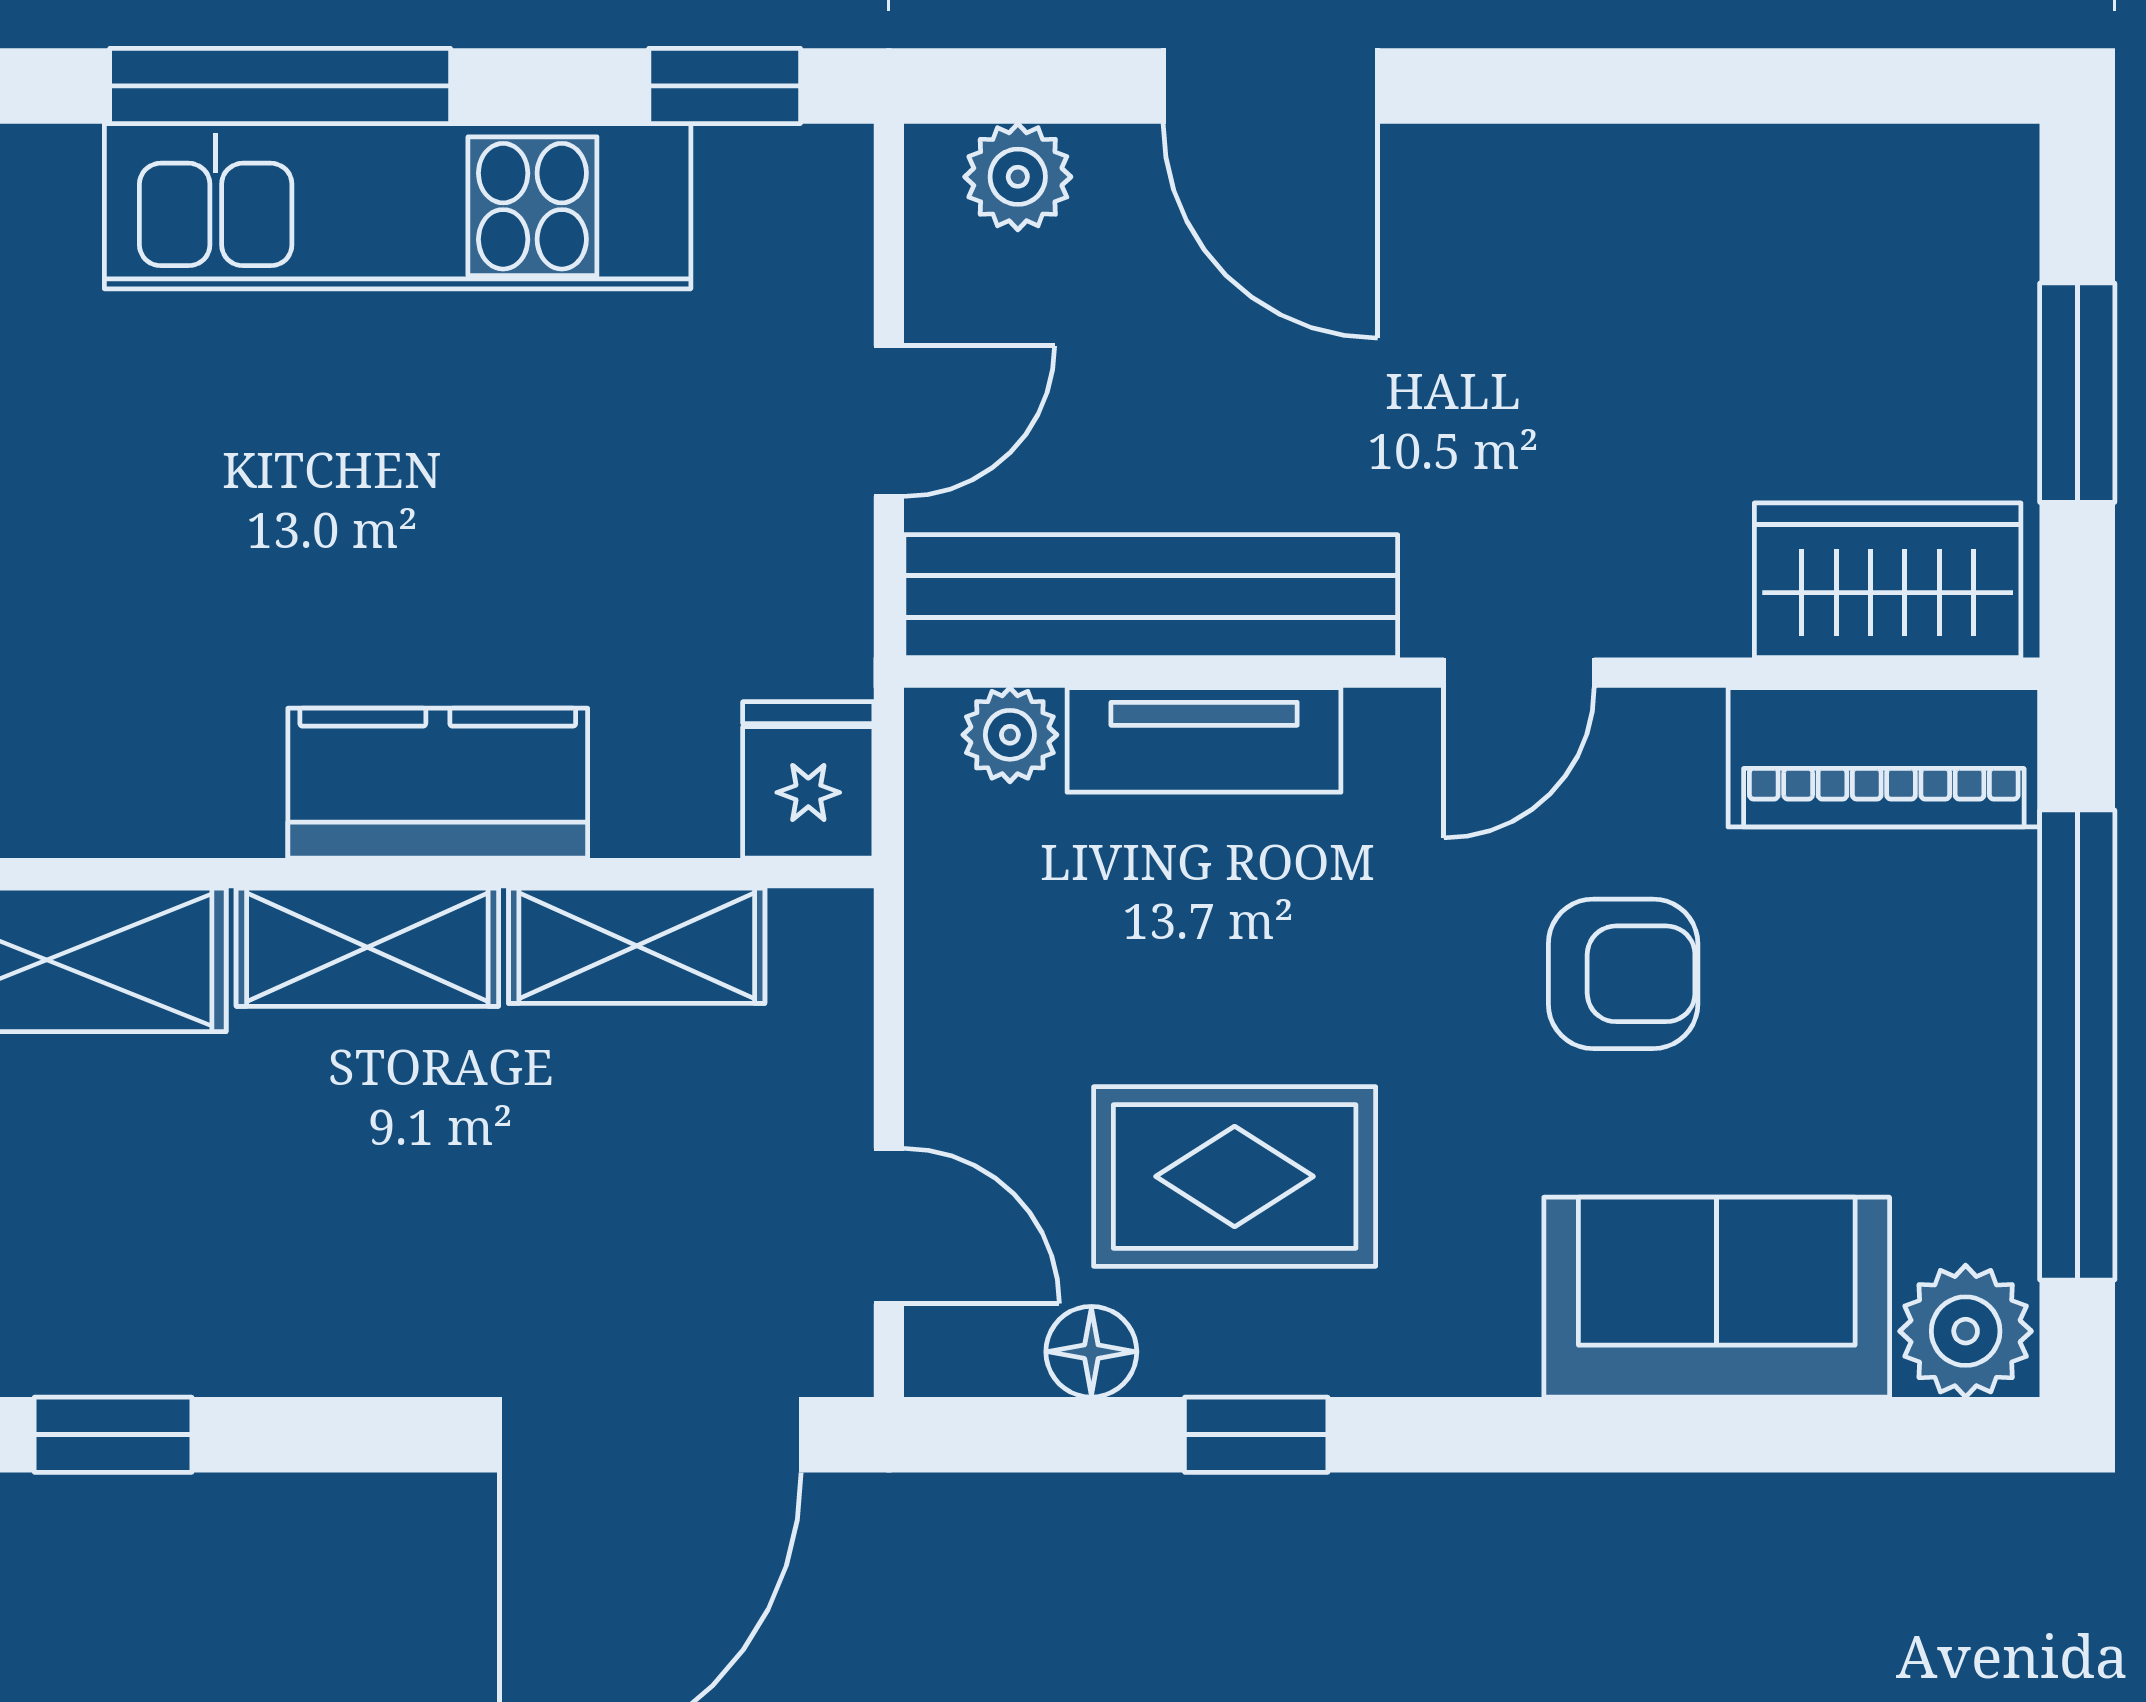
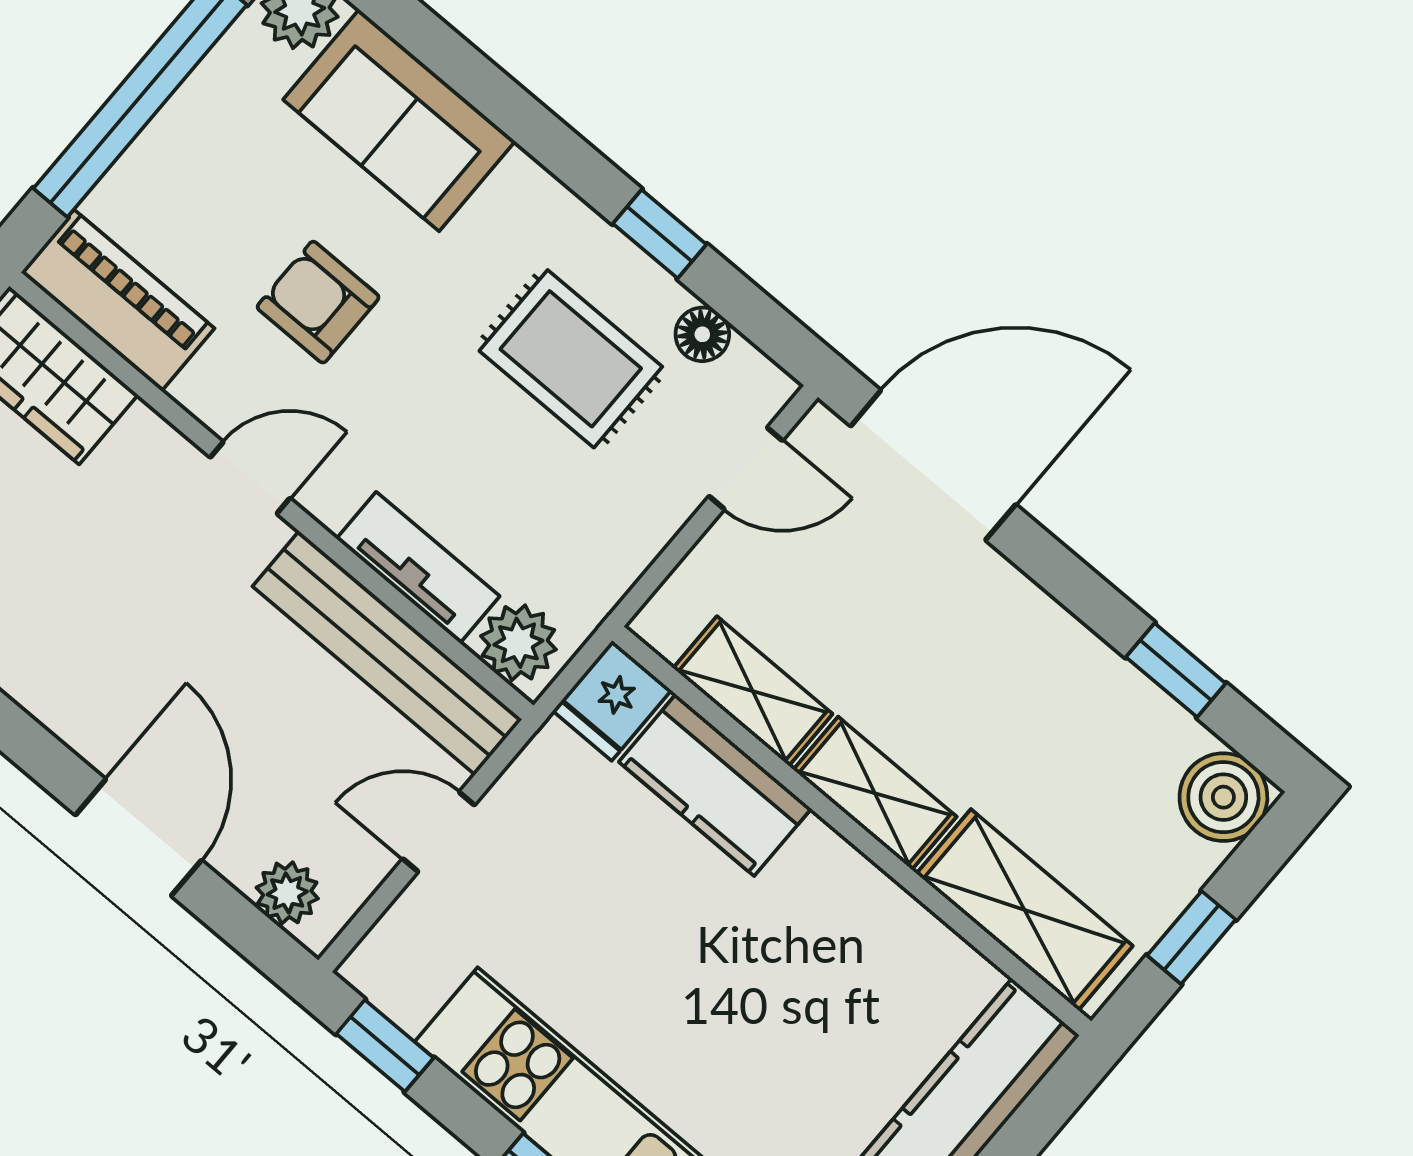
plant: (1010, 735) -> (518, 643), width x1.38, depth x1.38
kitchen counter: (438, 783) -> (715, 785), moved
door: (889, 1226) -> (746, 468), swing flipped

